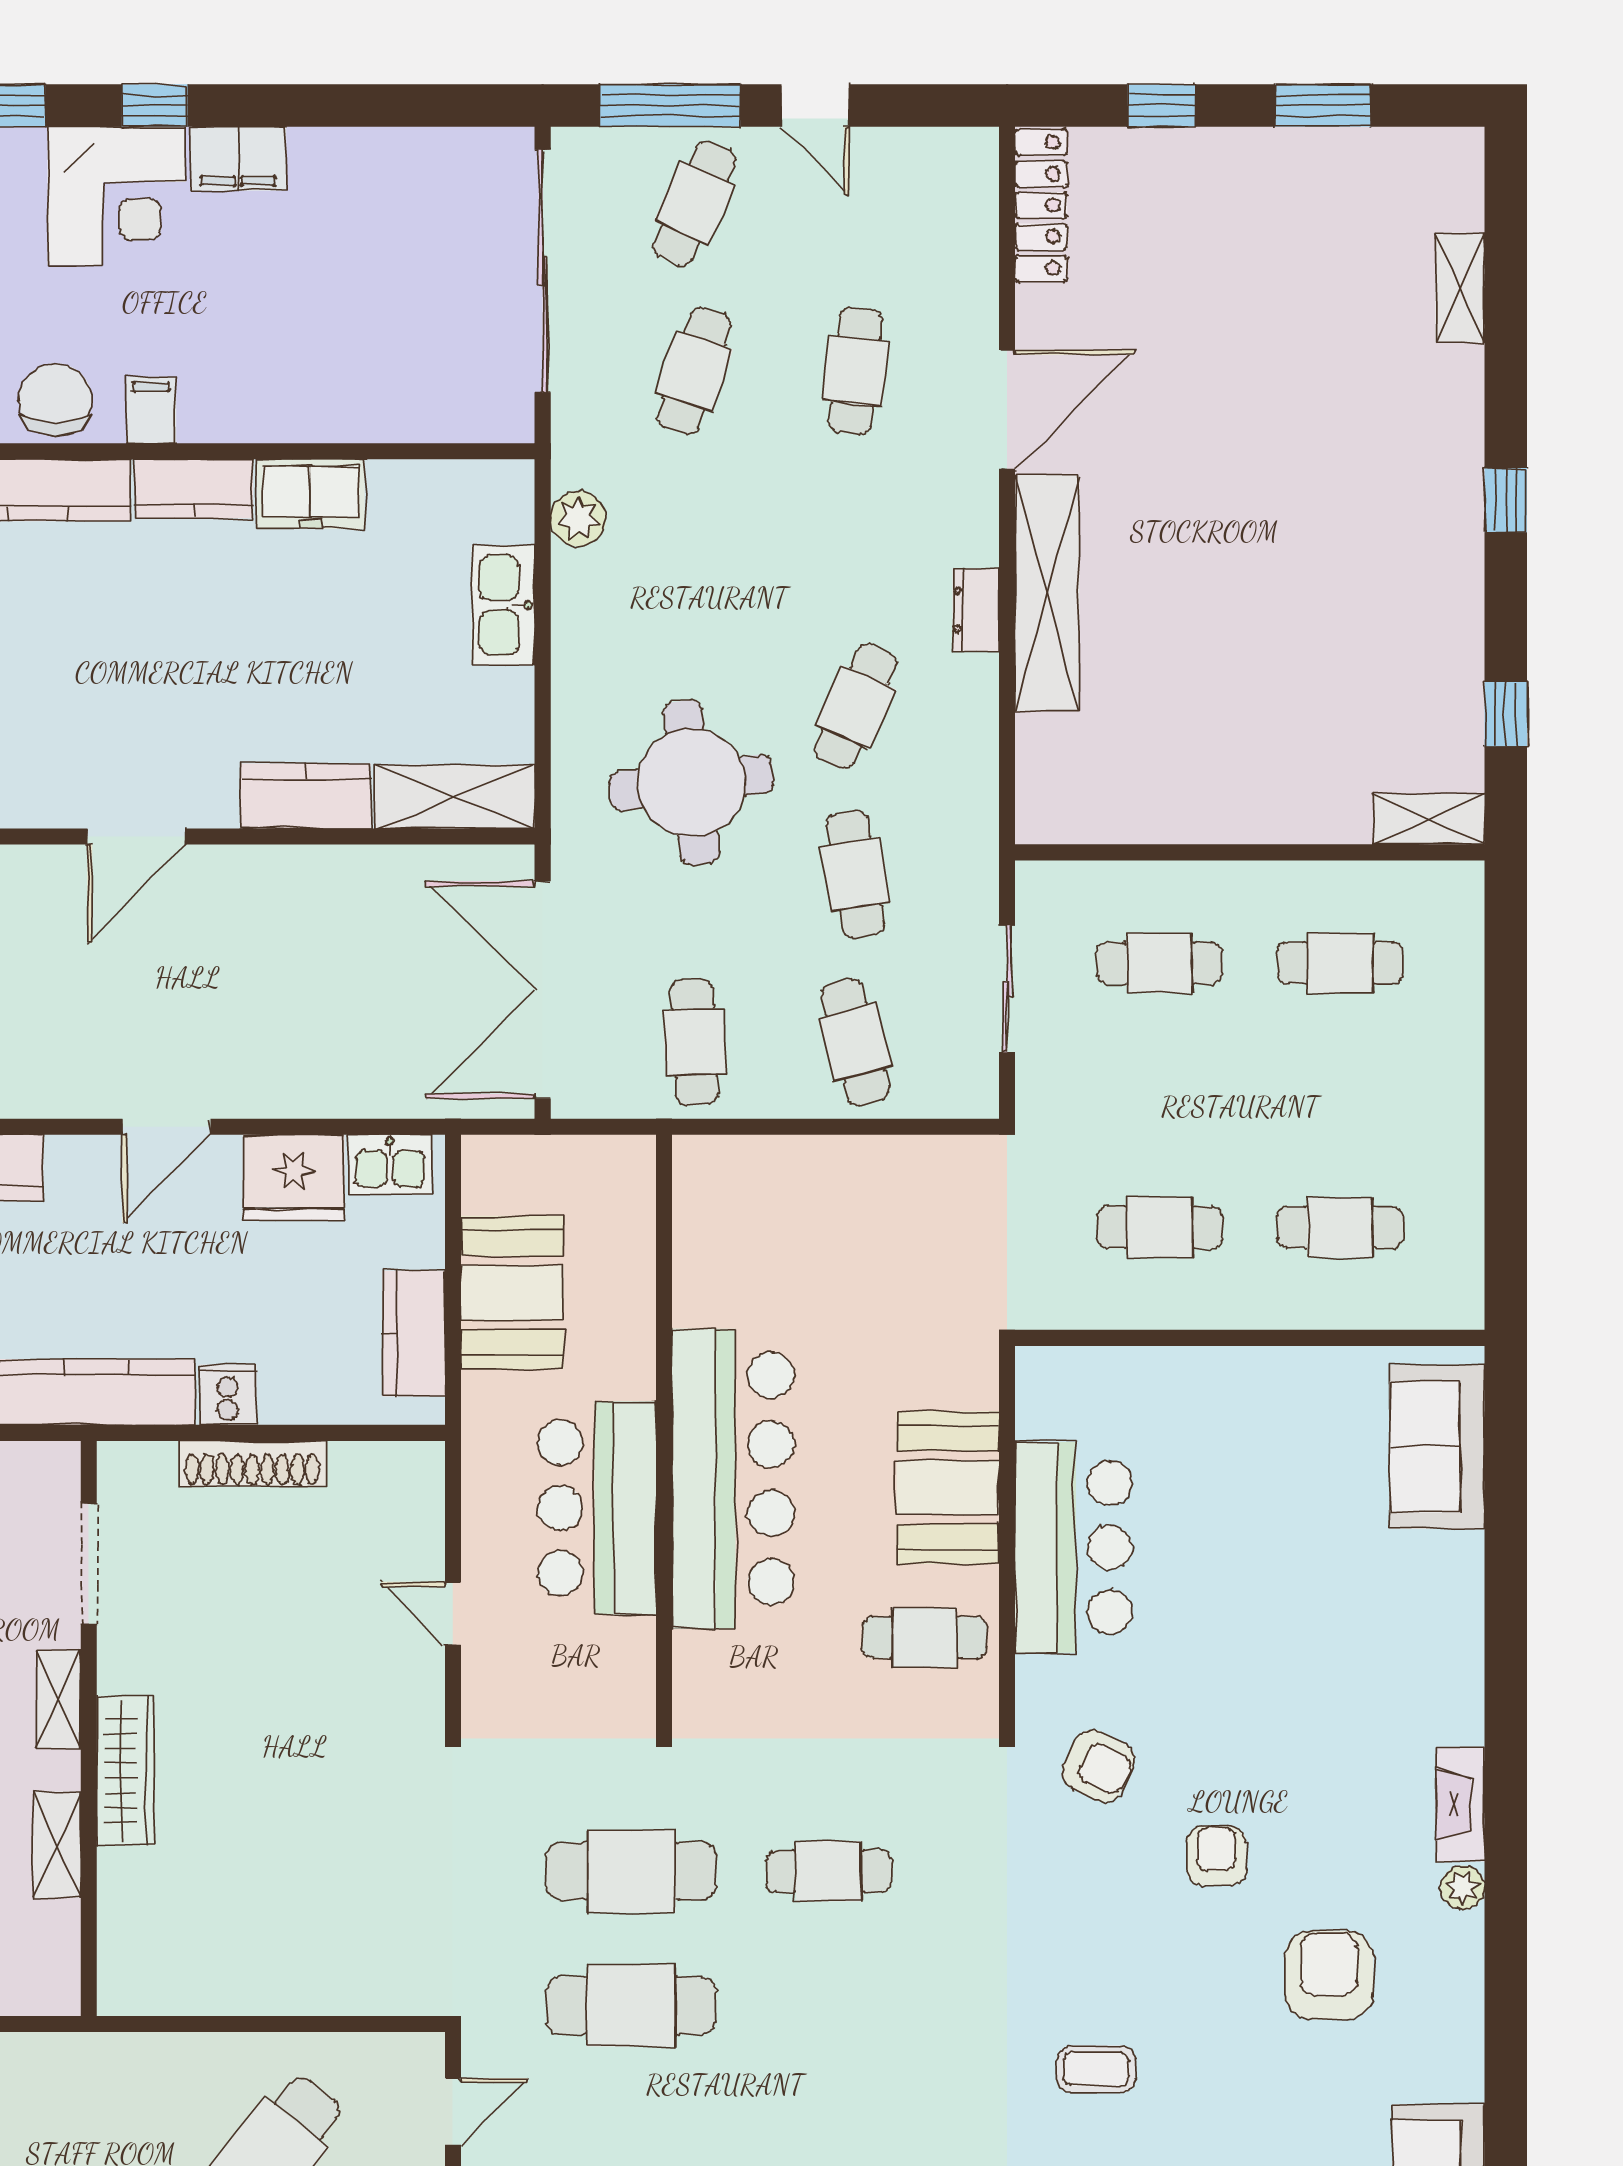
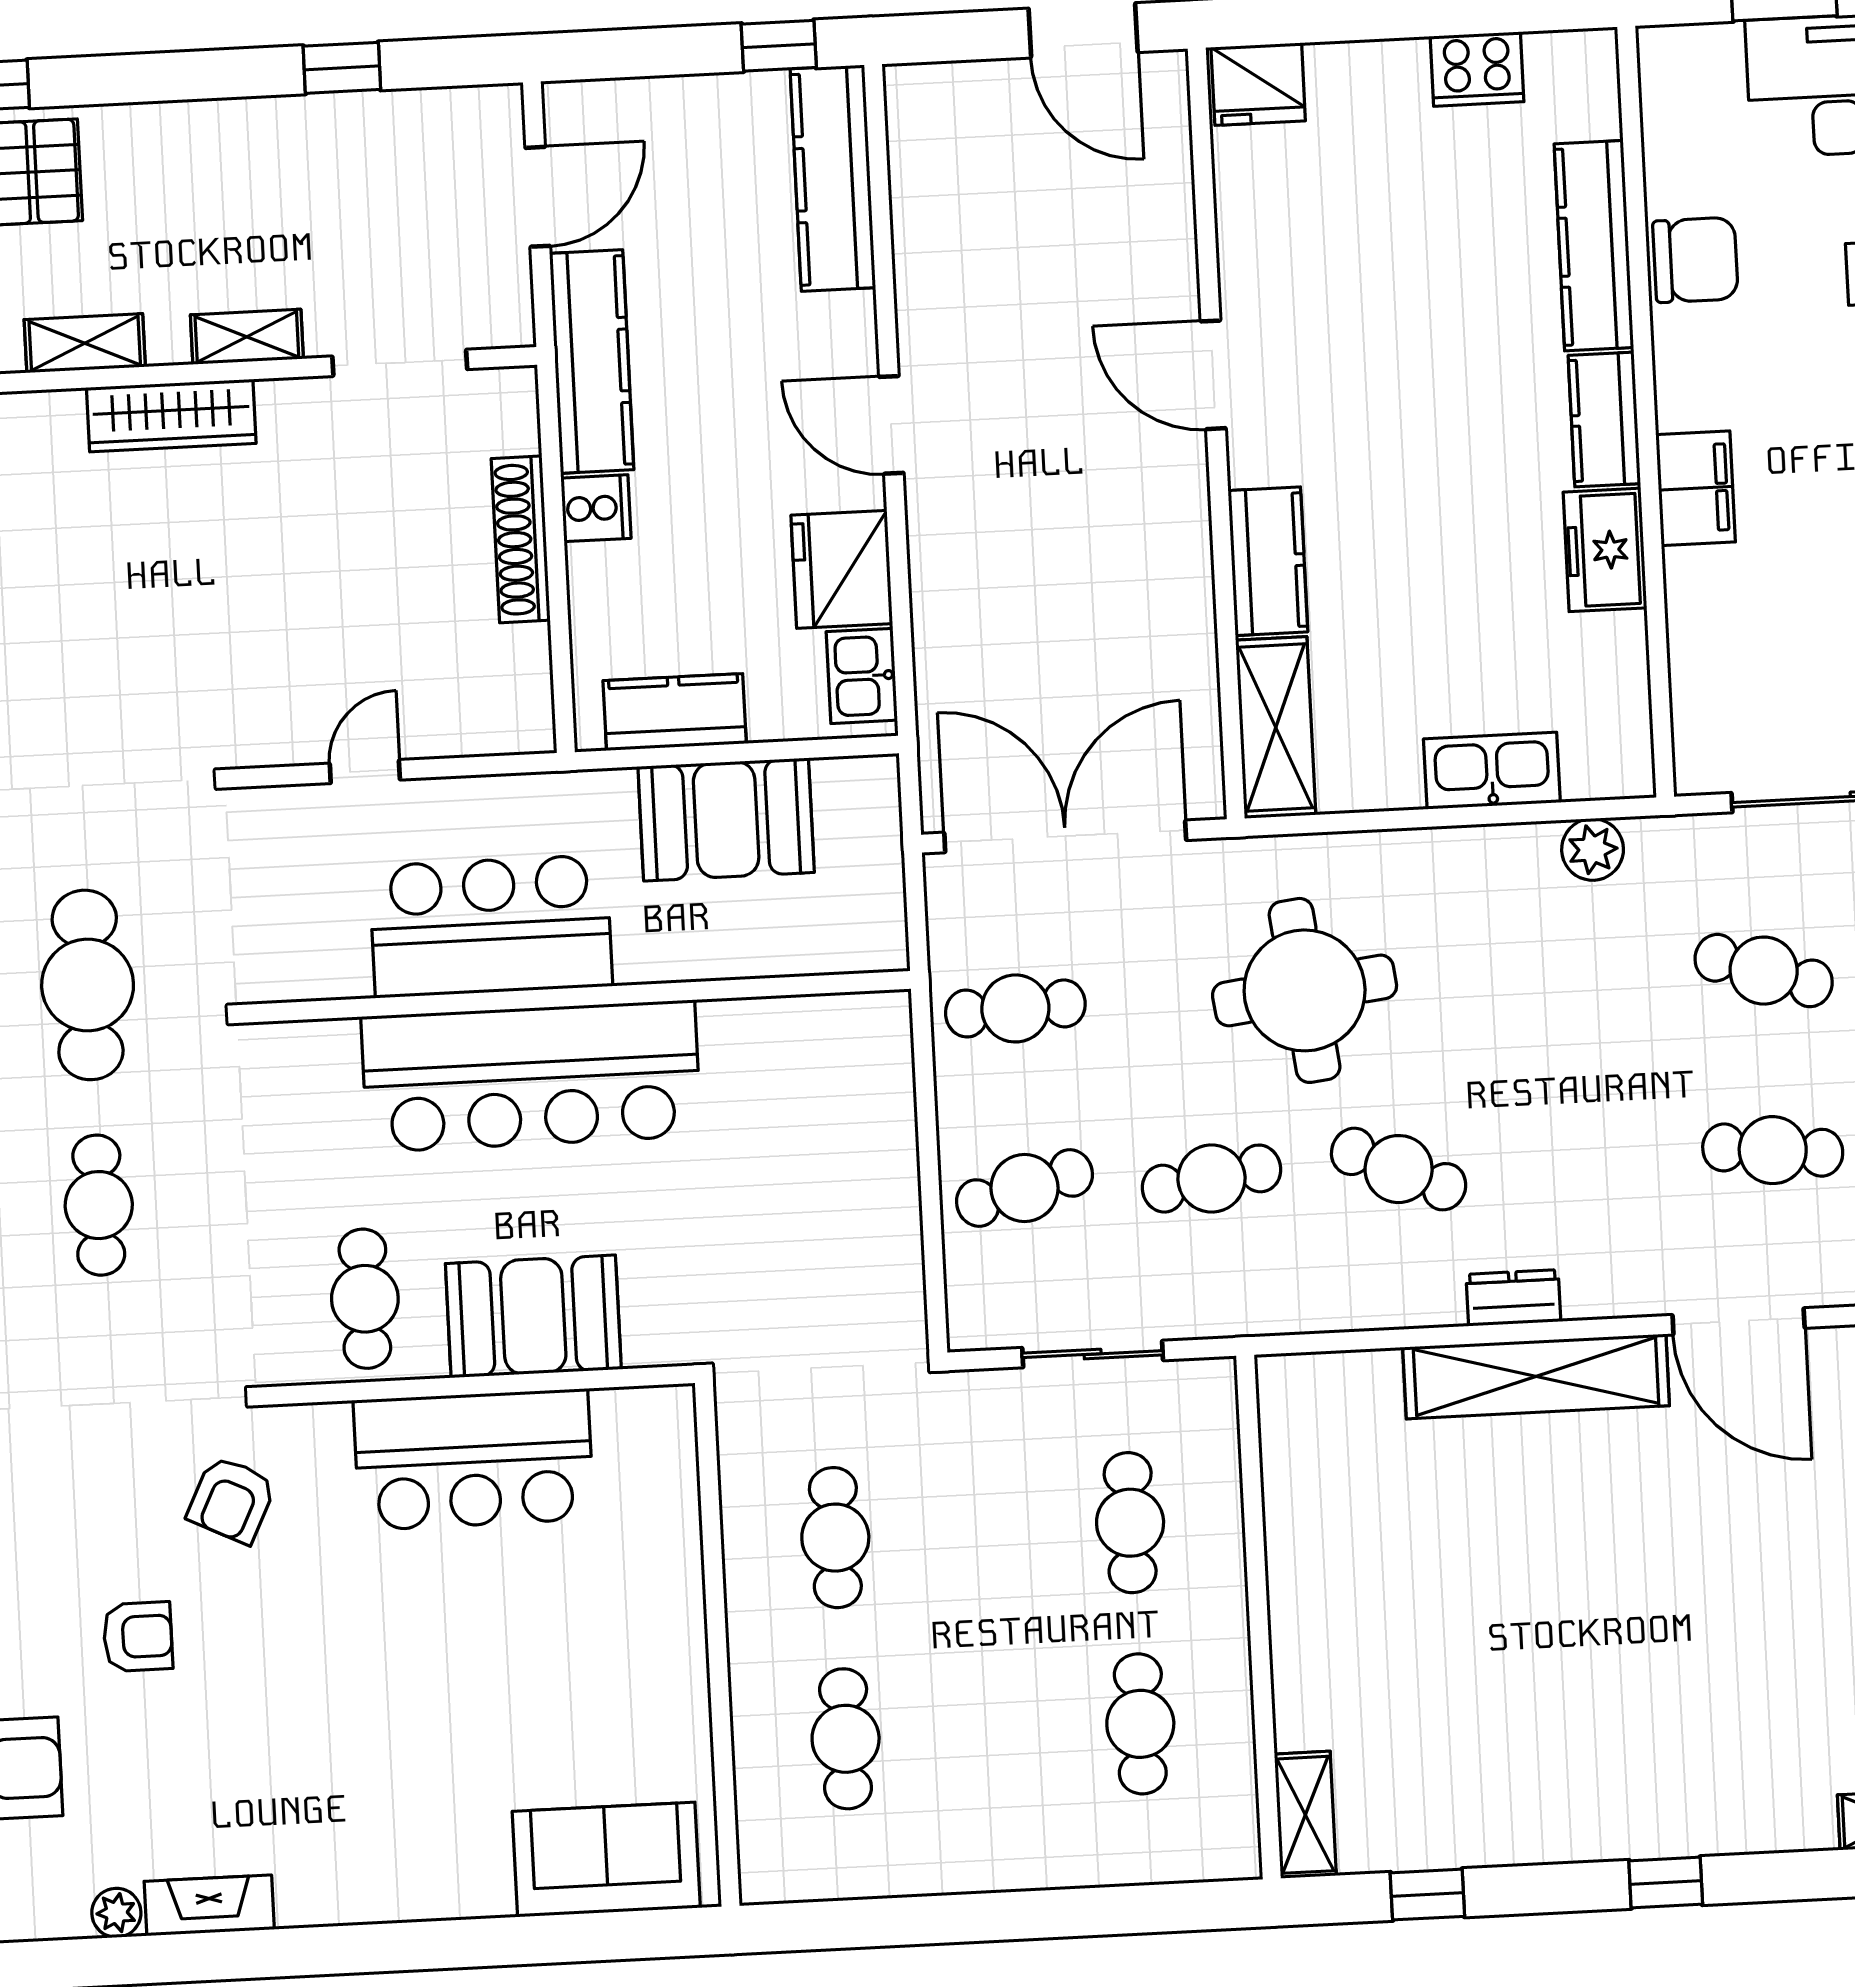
filing cabinet: (151, 410) -> (1696, 488), moved, width x2.00

